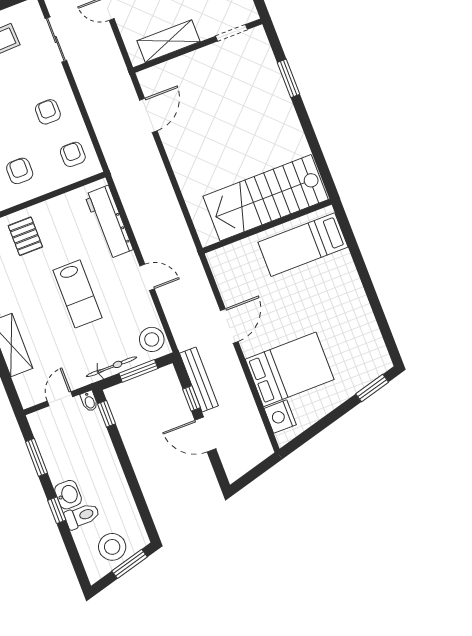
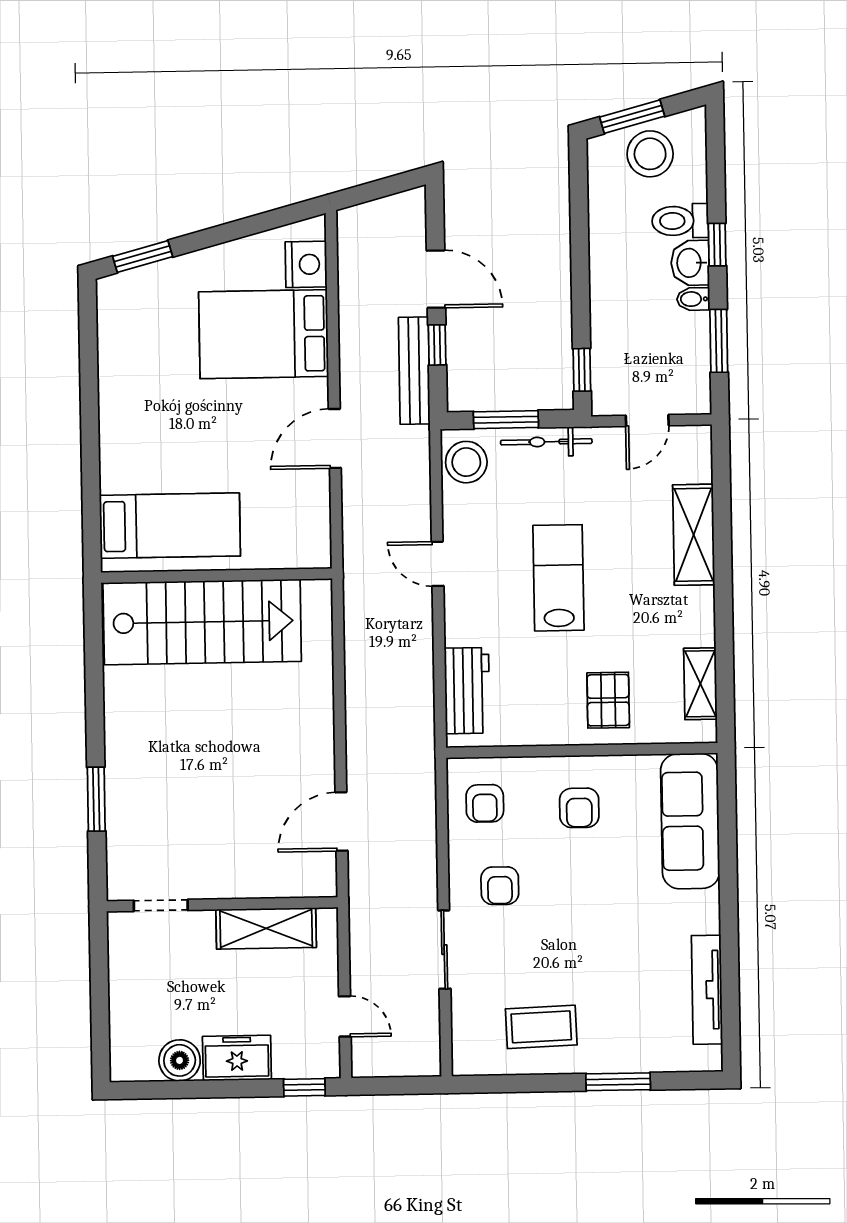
sliding door: (56, 40) -> (444, 950), moved
workbench: (109, 222) -> (467, 691), width x0.73
bidet: (89, 401) -> (693, 299), moved, turned -90

